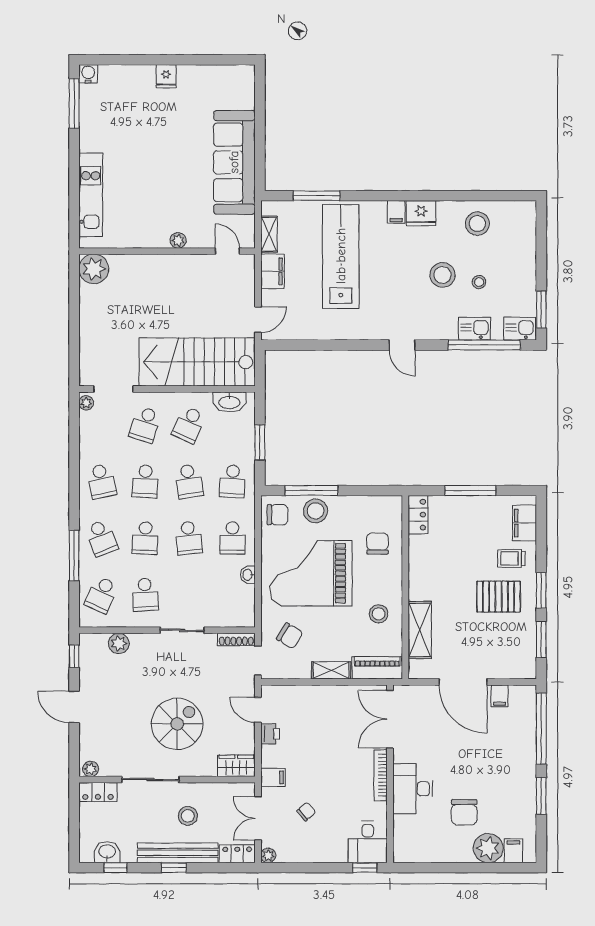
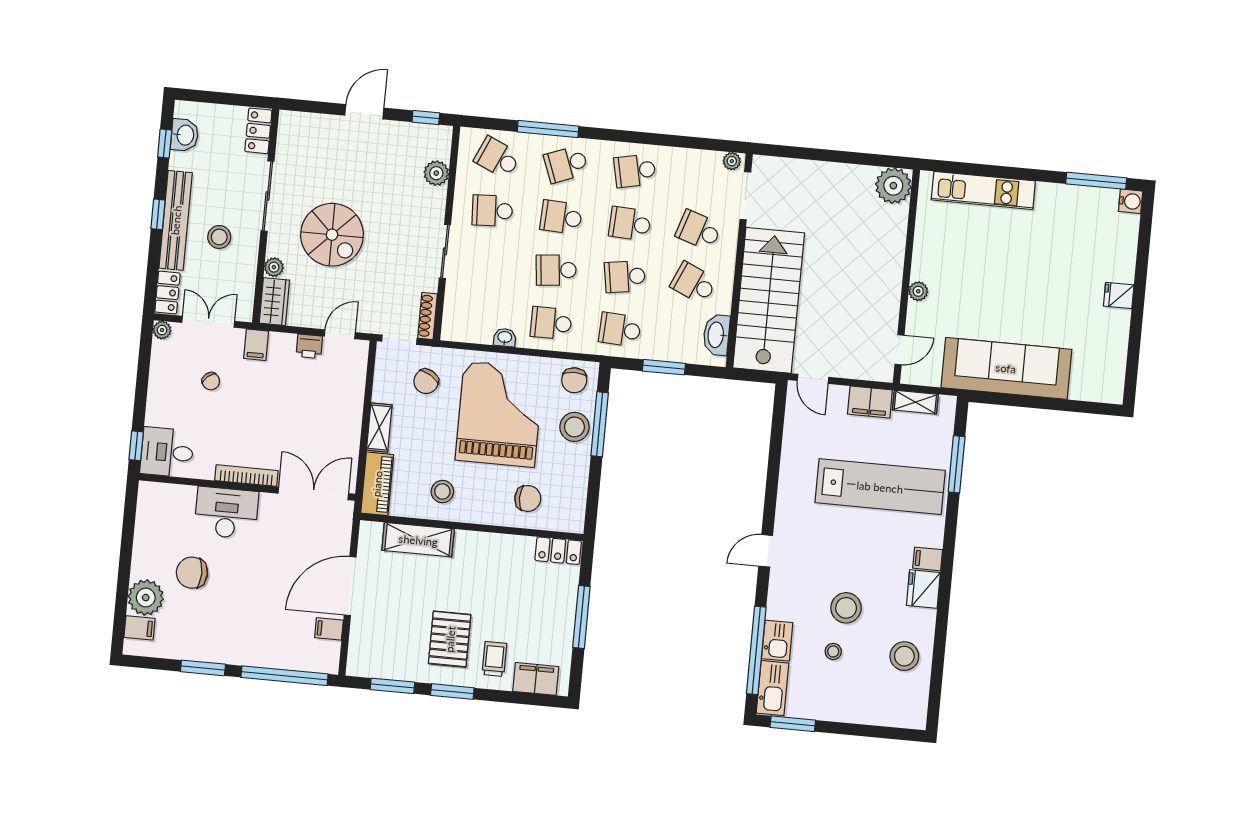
kitchen sink: (520, 329) -> (773, 688), width x1.38
plant: (91, 769) -> (274, 267), moved

